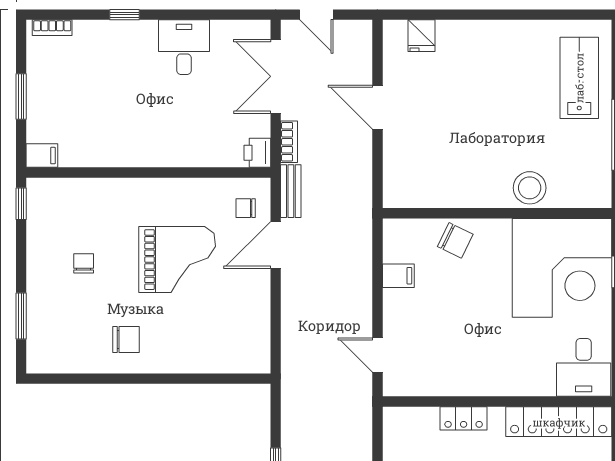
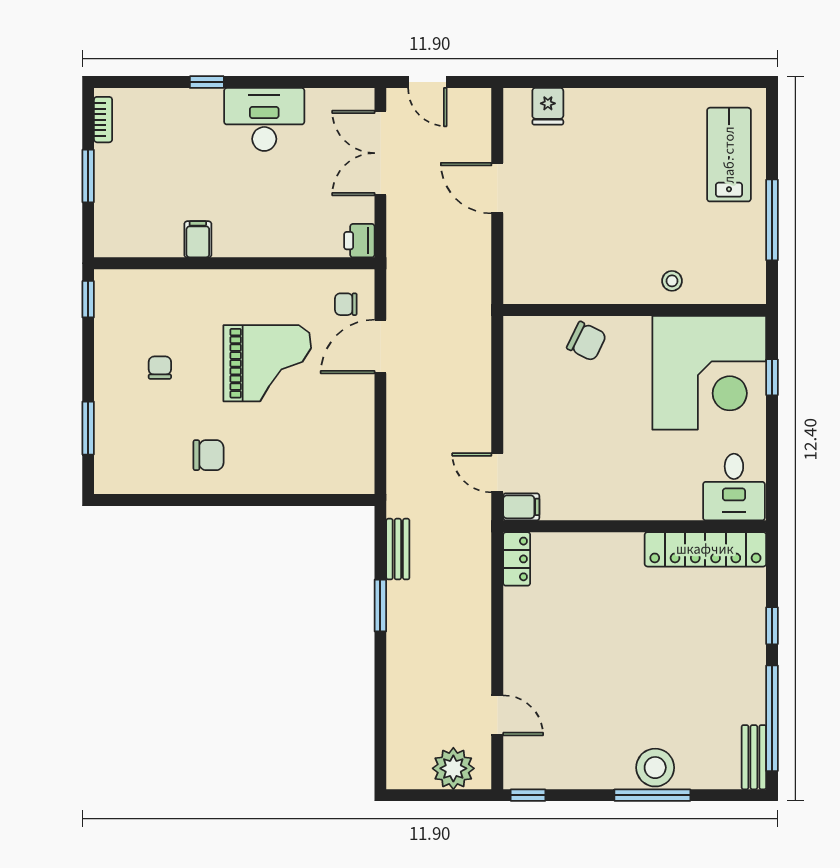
bookcase: (52, 28) -> (103, 120), moved, turned -90
desk: (184, 47) -> (264, 119), width x1.37
bookcase: (289, 142) -> (396, 228), removed
filing cabinet: (42, 156) -> (198, 239), moved, turned -90
stool: (530, 188) -> (672, 281), width x0.53, depth x0.53
bench: (291, 191) -> (398, 549), moved
filing cabinet: (398, 276) -> (521, 507), moved
locker: (464, 418) -> (517, 559), moved, turned -90

